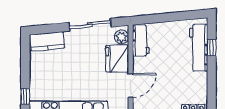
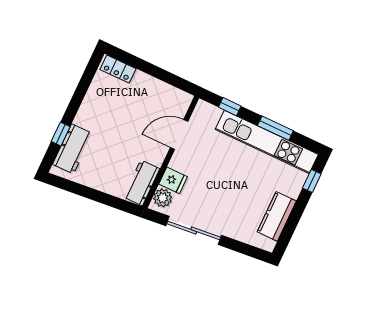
kitchen counter: (47, 41) -> (277, 216), moved, turned -85
workbench: (199, 48) -> (72, 149), width x0.73
fridge: (117, 59) -> (173, 180), width x0.53, depth x0.75

